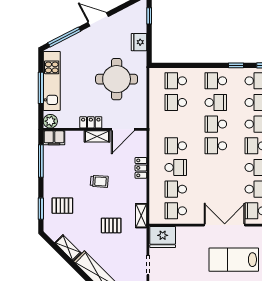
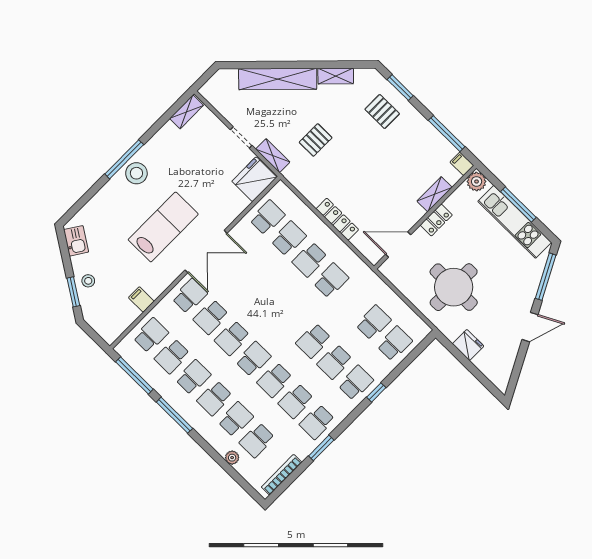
window: (149, 16) -> (484, 380), removed
window: (236, 65) -> (376, 392), moved
school desk: (216, 124) -> (313, 341), turned 180
door: (123, 129) -> (398, 245), hinge flipped
shelving: (97, 136) -> (435, 194), moved
filing cabinet: (54, 138) -> (462, 164), width x0.50
school desk: (216, 146) -> (292, 320), removed
locker: (141, 168) -> (337, 219), width x1.53
trolley: (99, 181) -> (370, 171), removed
pallet: (62, 206) -> (382, 111), turned 90
shelving: (141, 216) -> (273, 156), moved

